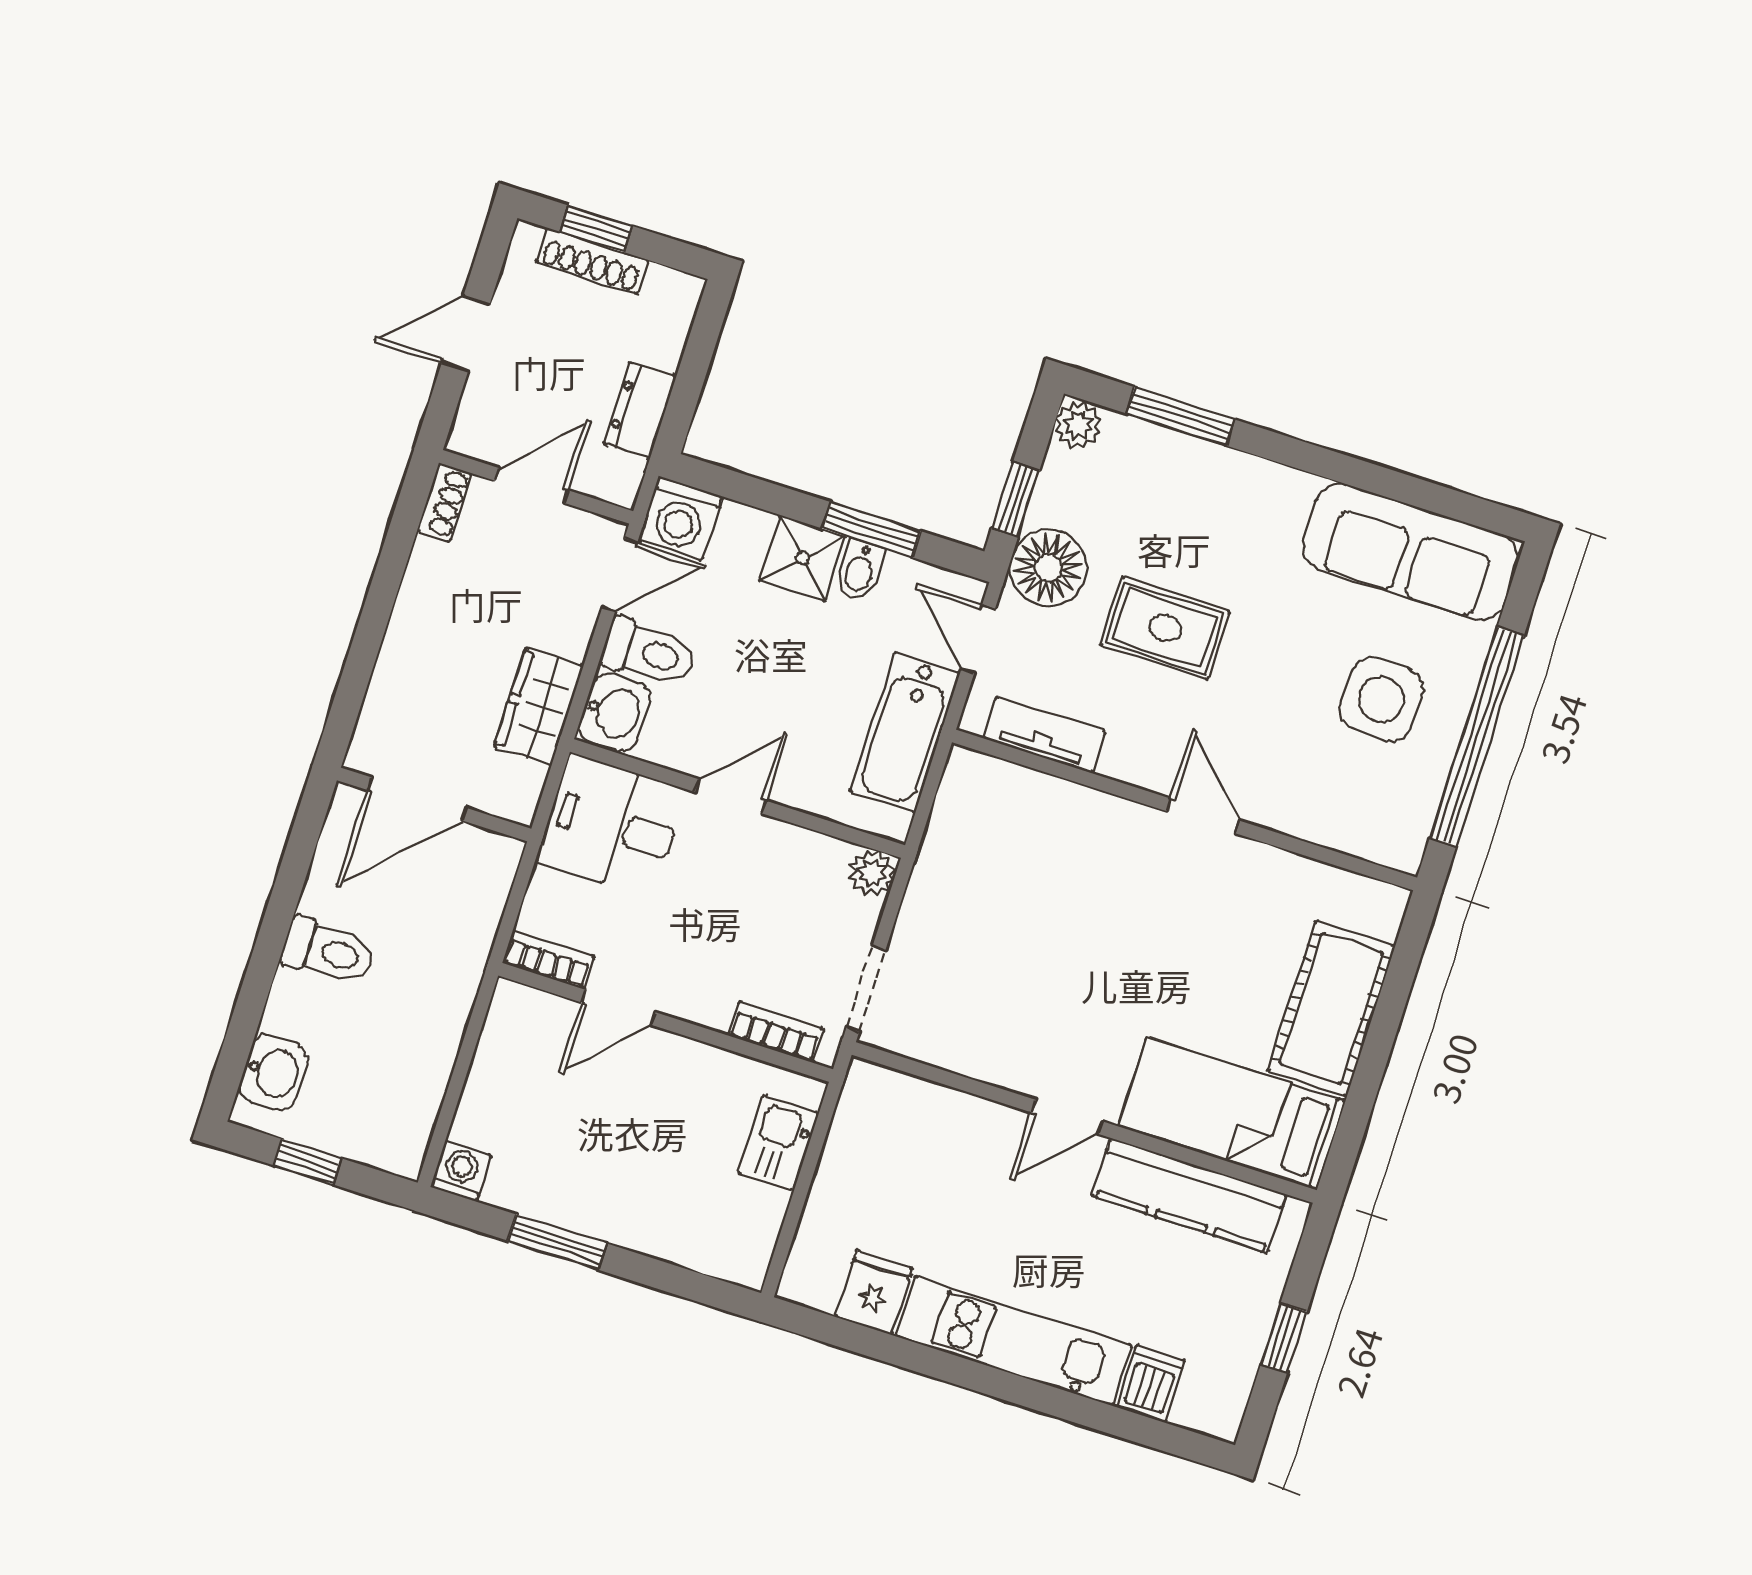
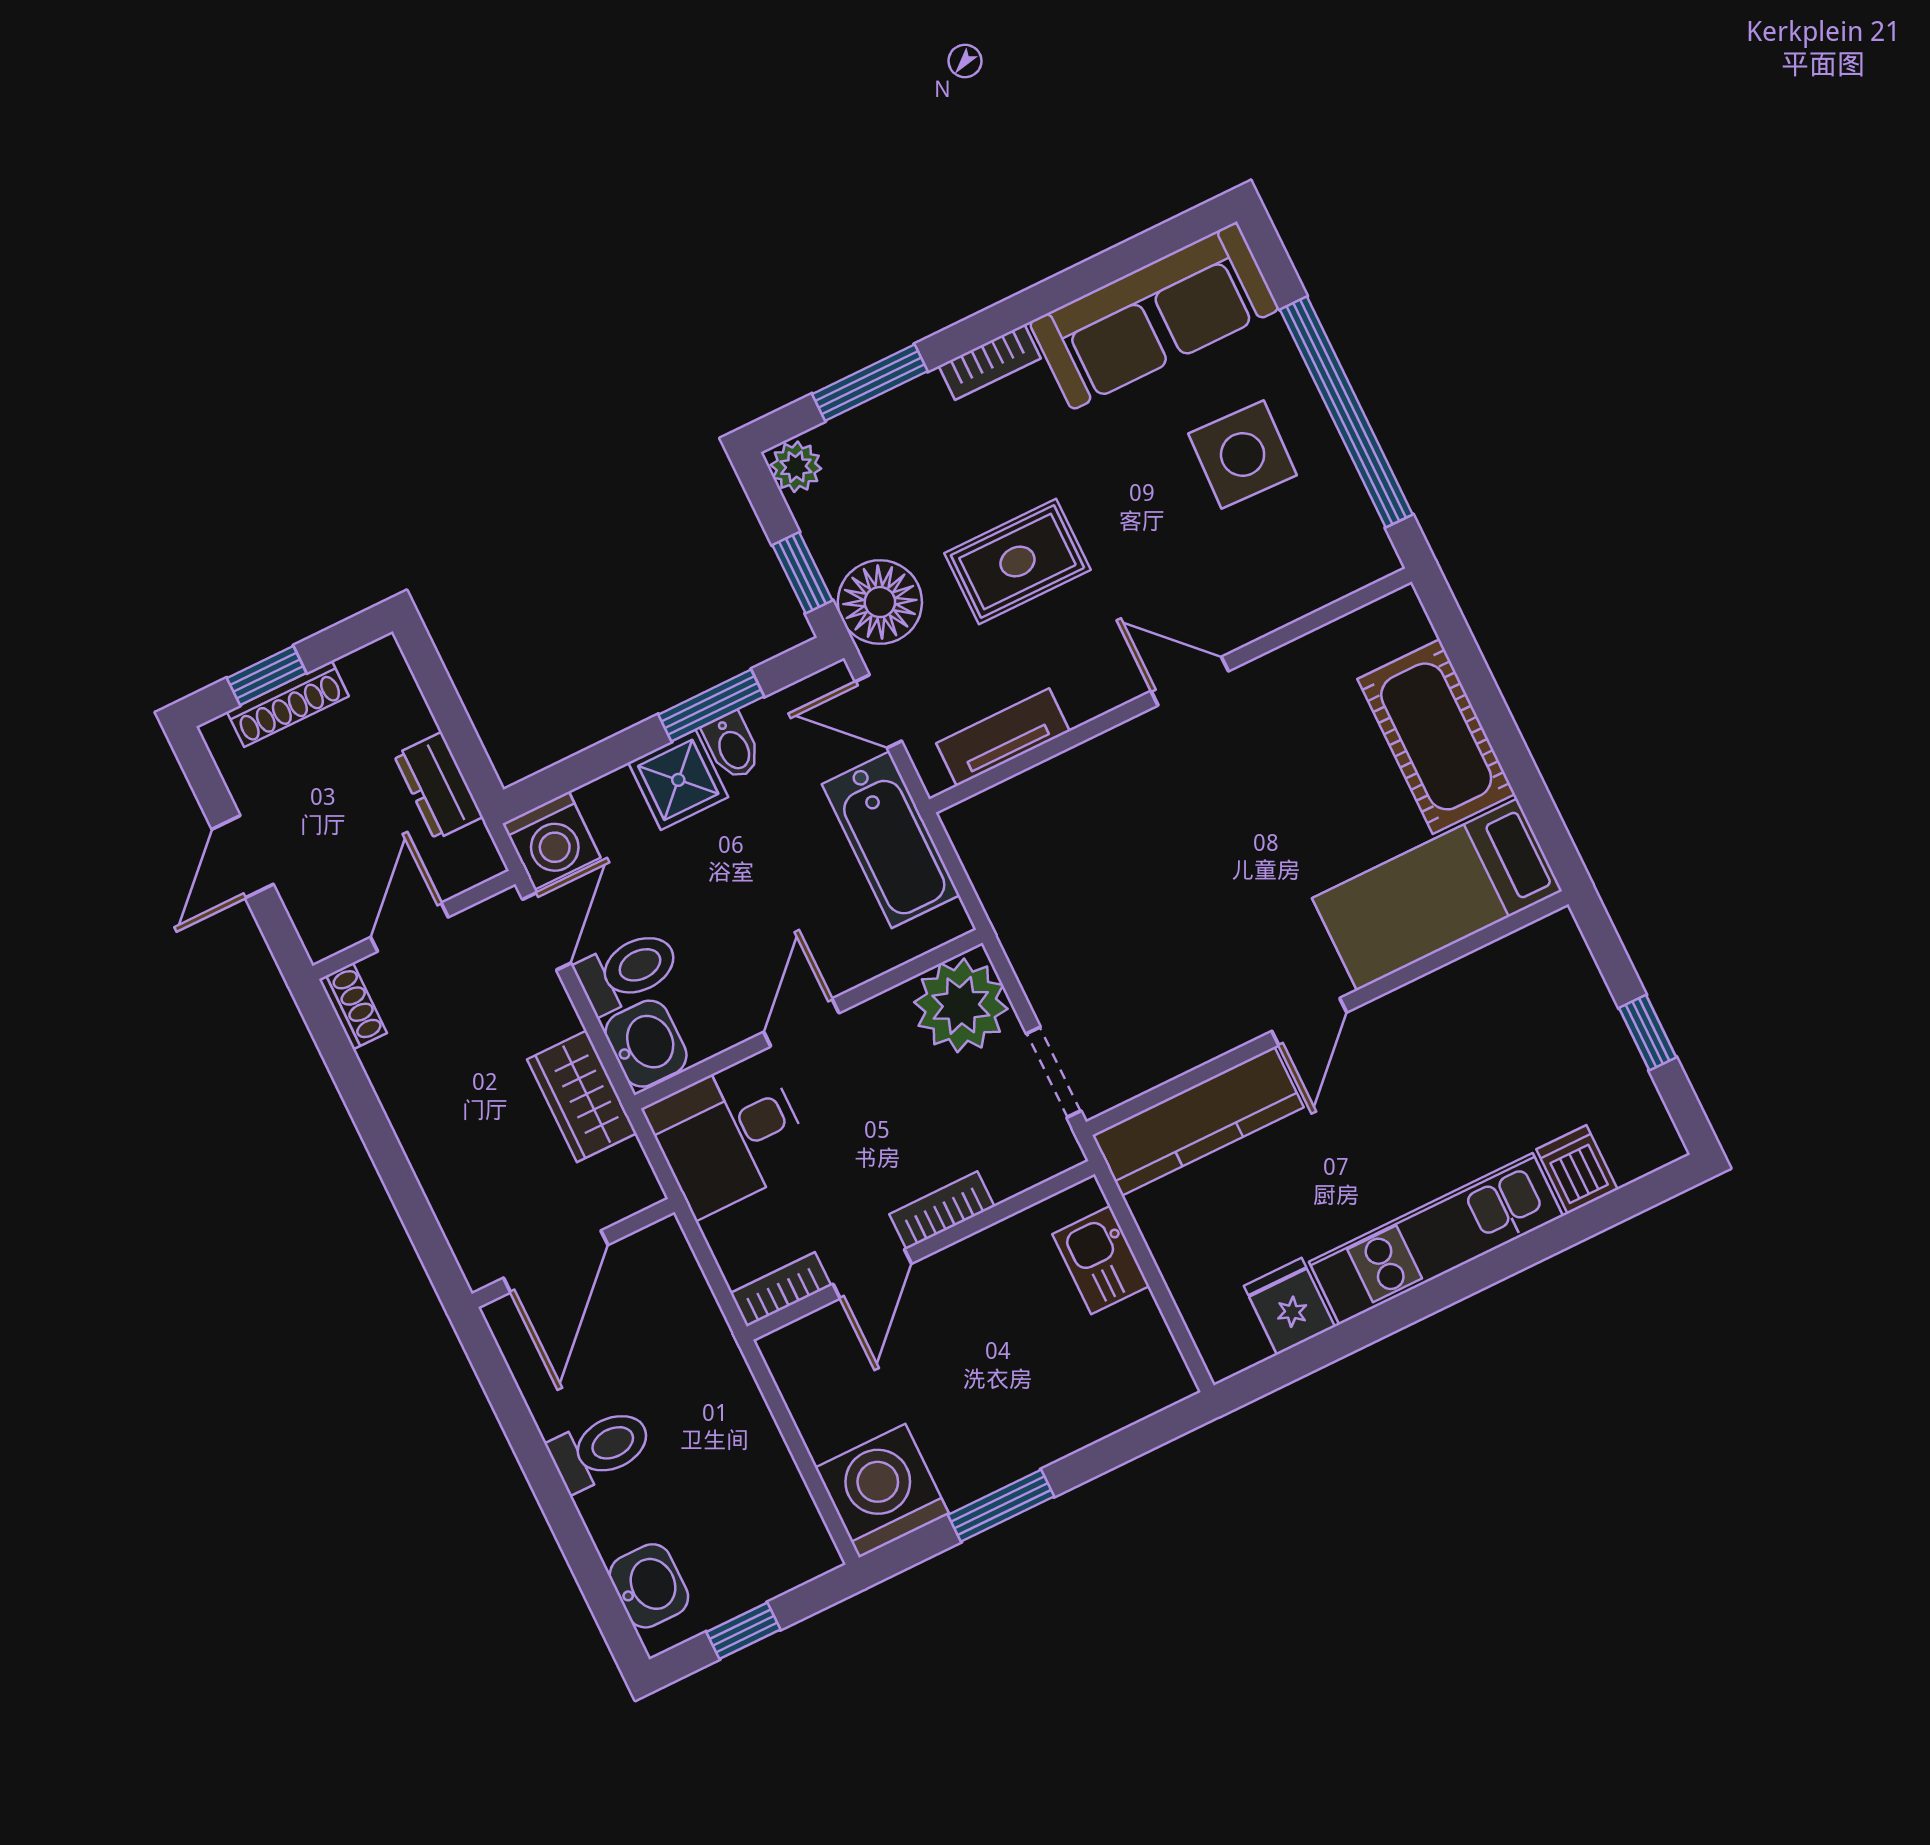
bookcase: (1273, 479) -> (990, 362), added
plant: (872, 873) -> (961, 1005), width x1.88, depth x1.88
bookcase: (776, 1032) -> (942, 1210), moved
washing machine: (461, 1171) -> (882, 1491), width x1.89, depth x1.89
kitchen counter: (1189, 1195) -> (1198, 1121), moved

